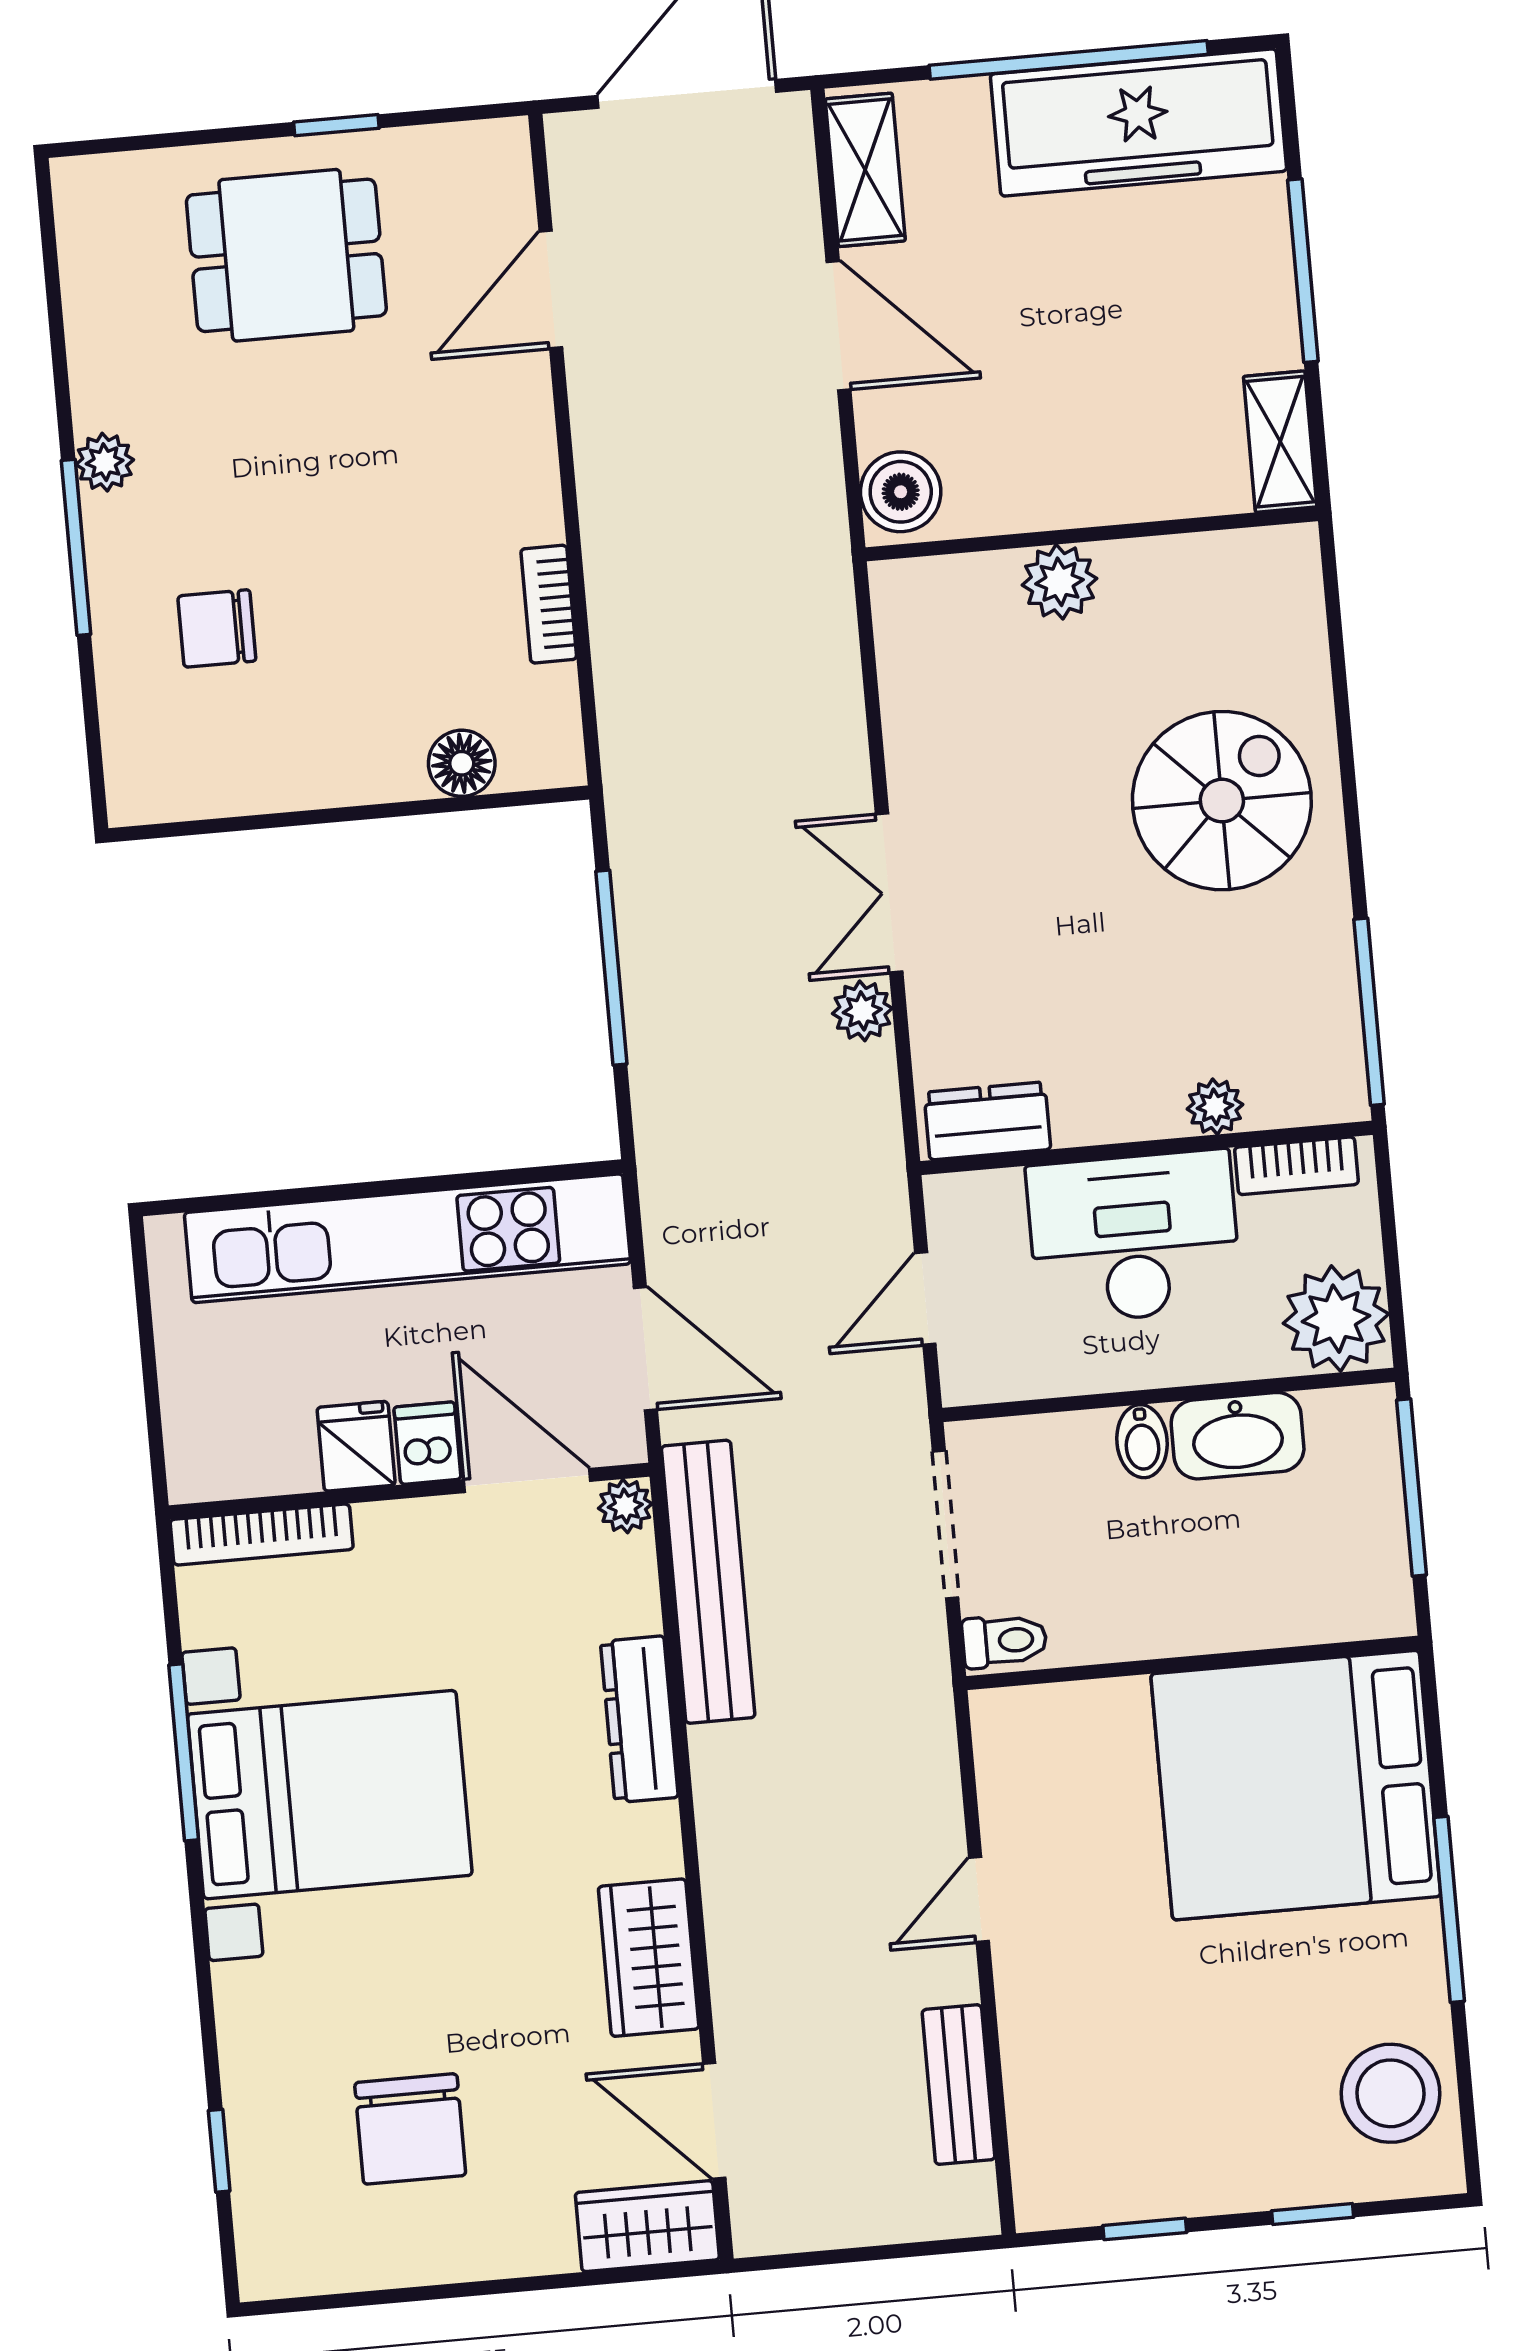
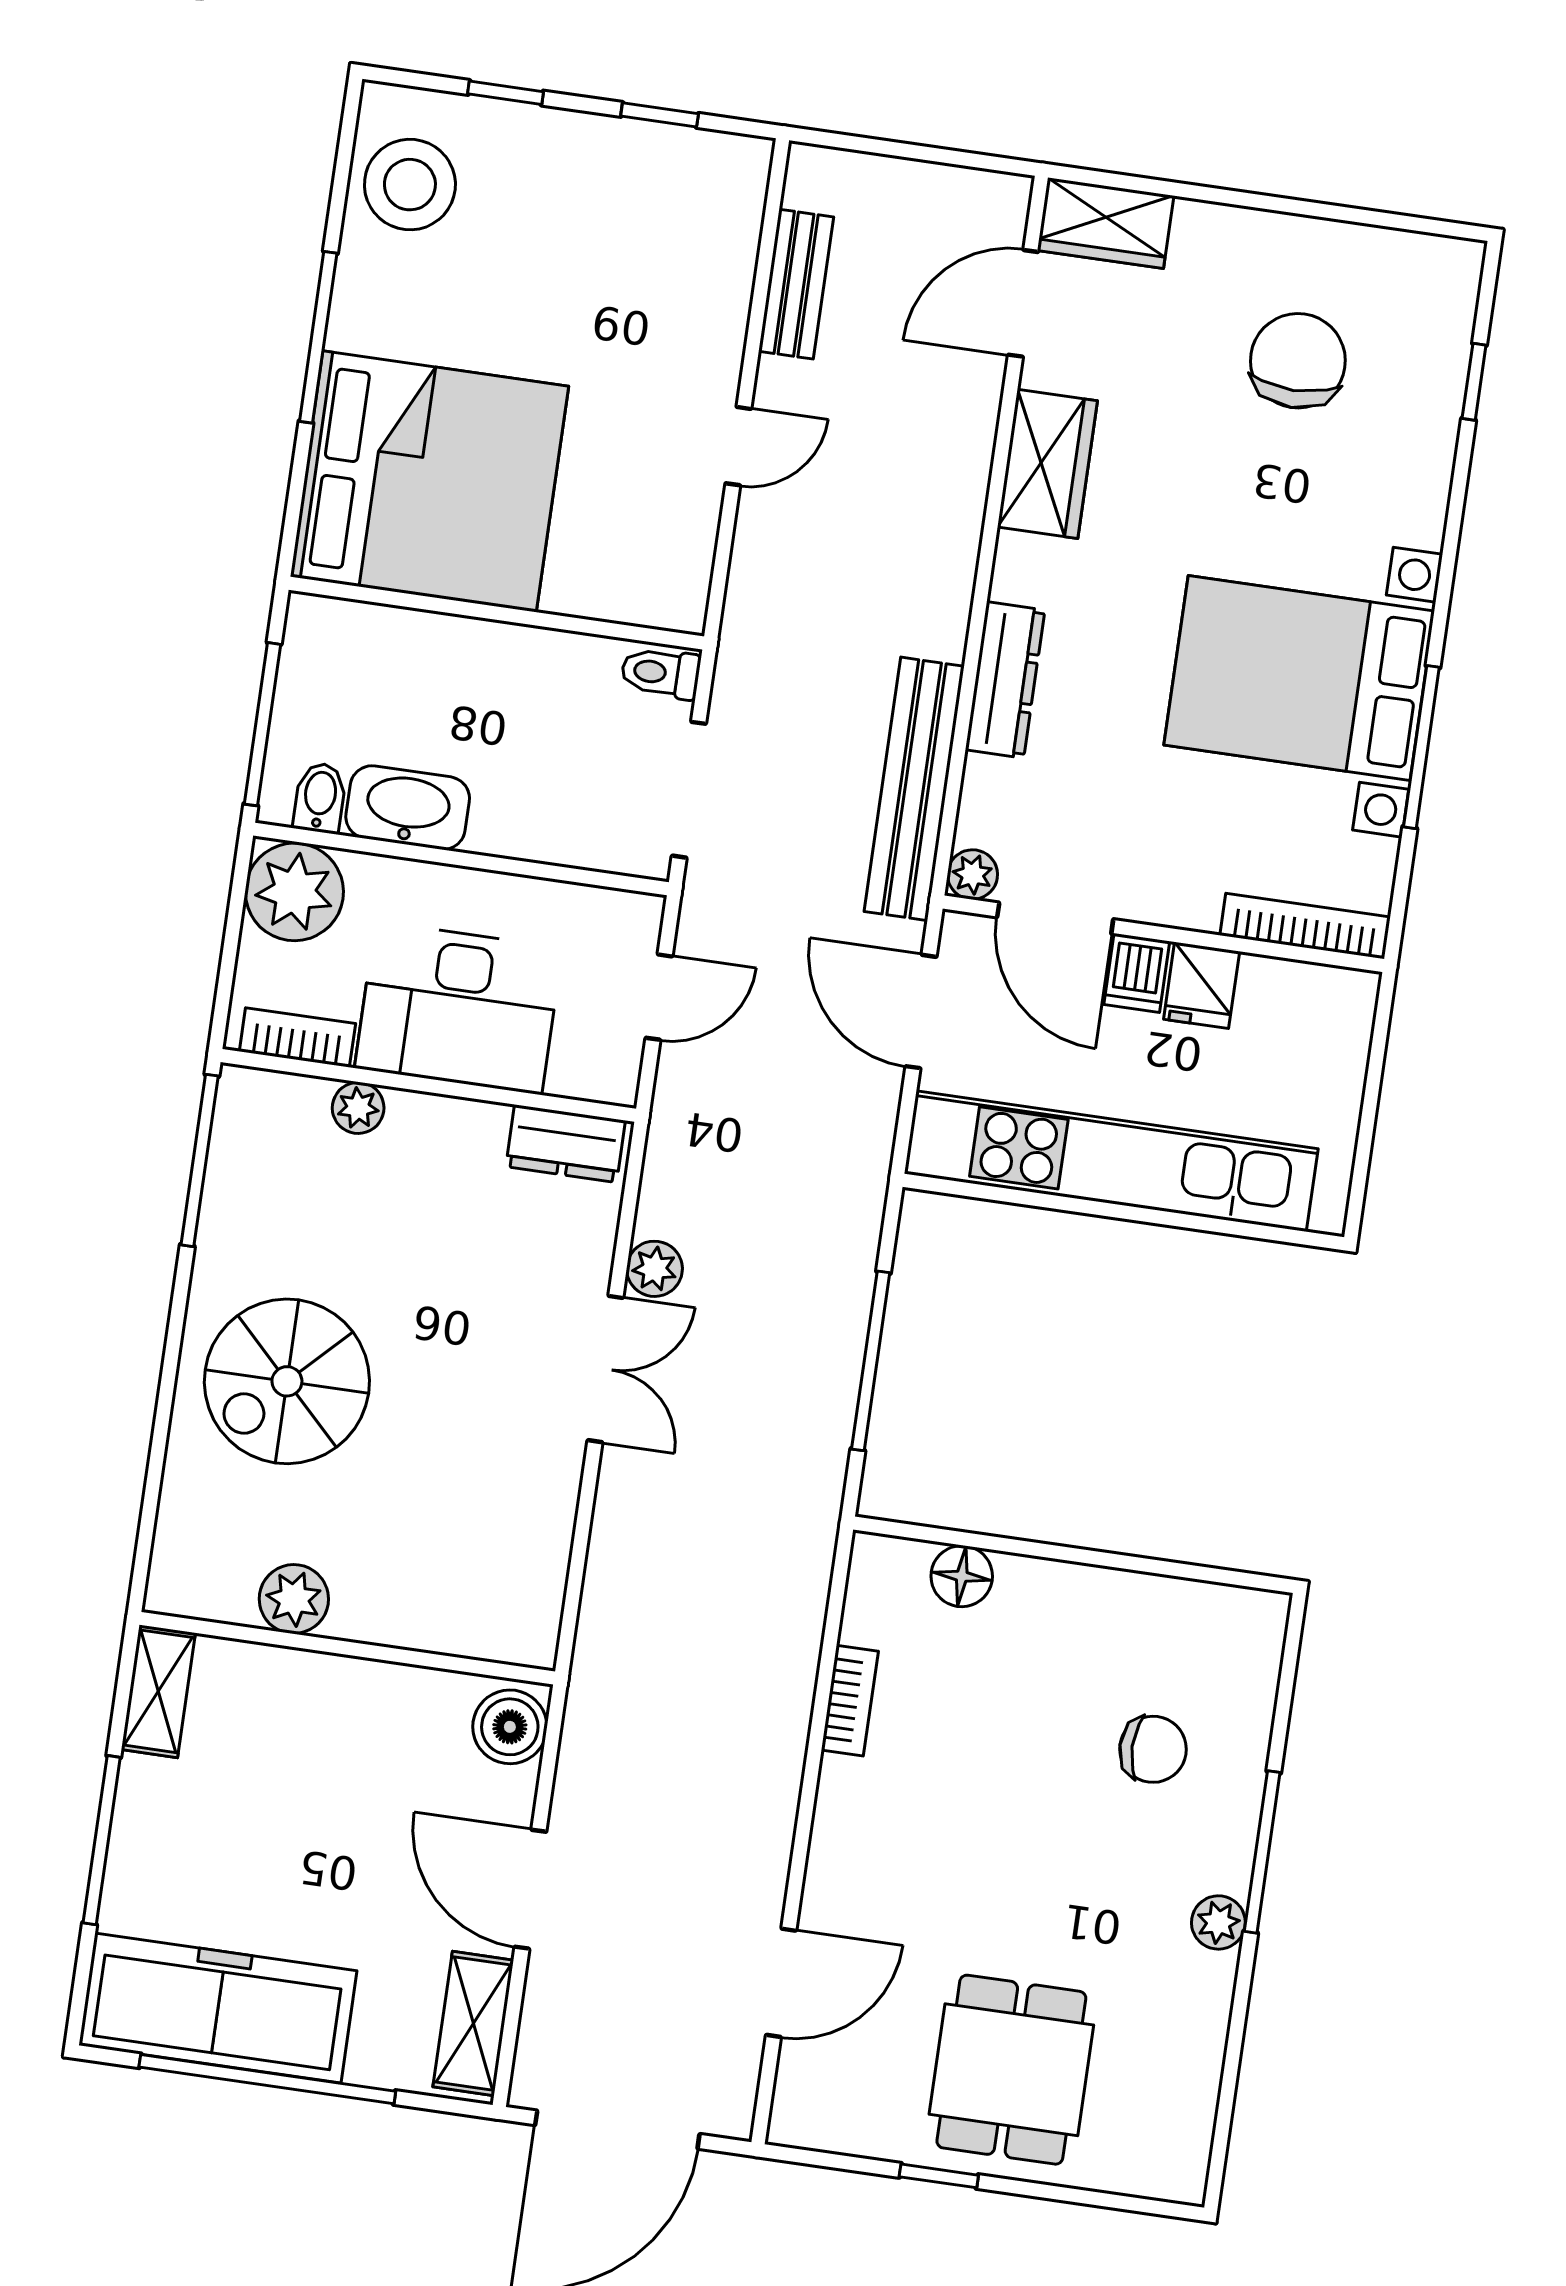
dining table: (286, 255) -> (1011, 2070), turned 90
plant: (1059, 582) -> (294, 1599), moved
bidet: (1142, 1441) -> (320, 798), moved
door: (714, 2121) -> (1023, 303), swing flipped

